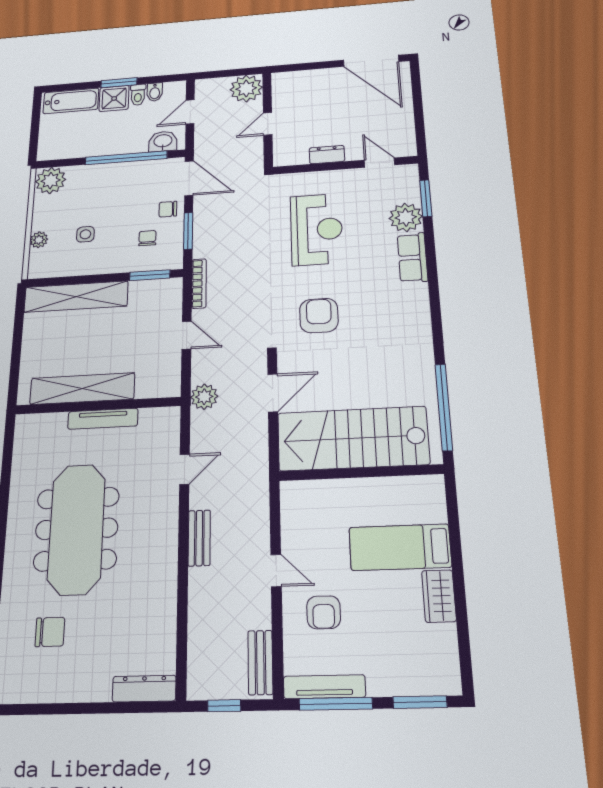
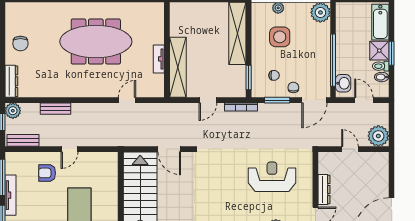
dresser: (327, 155) -> (324, 189), width x1.44
reception desk: (316, 229) -> (272, 177), turned 180
side table: (85, 234) -> (280, 37), width x1.87, depth x1.87
armchair: (319, 316) -> (215, 176), removed
shelving: (82, 389) -> (178, 67), moved
plant: (204, 397) -> (13, 111), moved
tv unit: (103, 419) -> (159, 59), width x0.71
door: (185, 469) -> (127, 100), swing flipped
bench: (199, 538) -> (56, 109), moved
chair: (50, 632) -> (20, 43), moved
tv unit: (324, 687) -> (10, 195), moved

